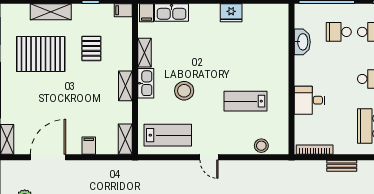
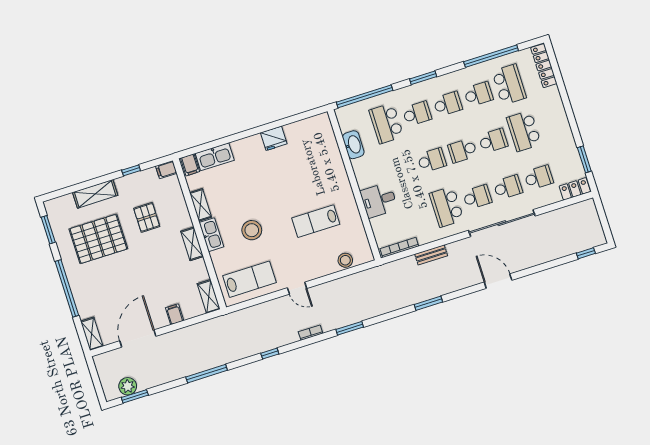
school desk: (339, 32) -> (386, 123), width x1.85

